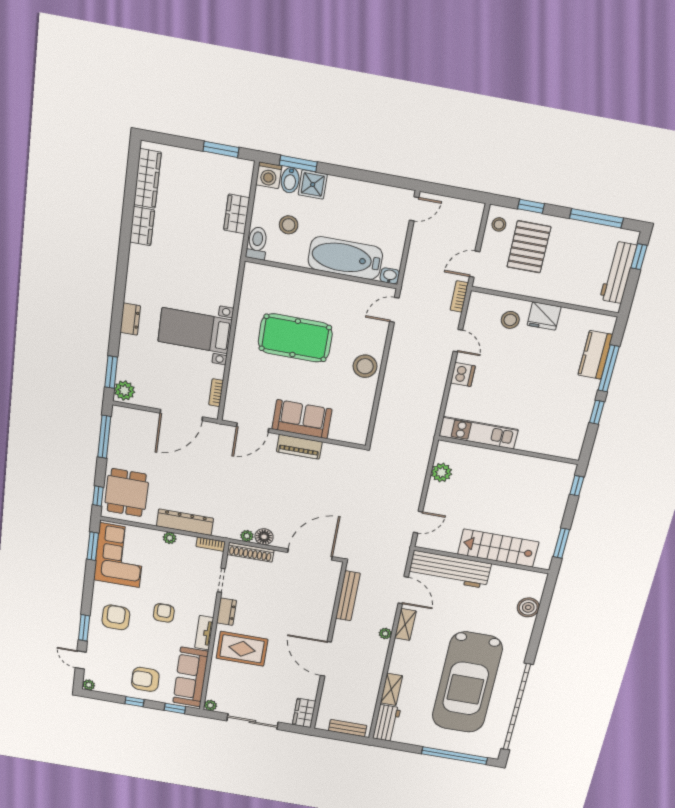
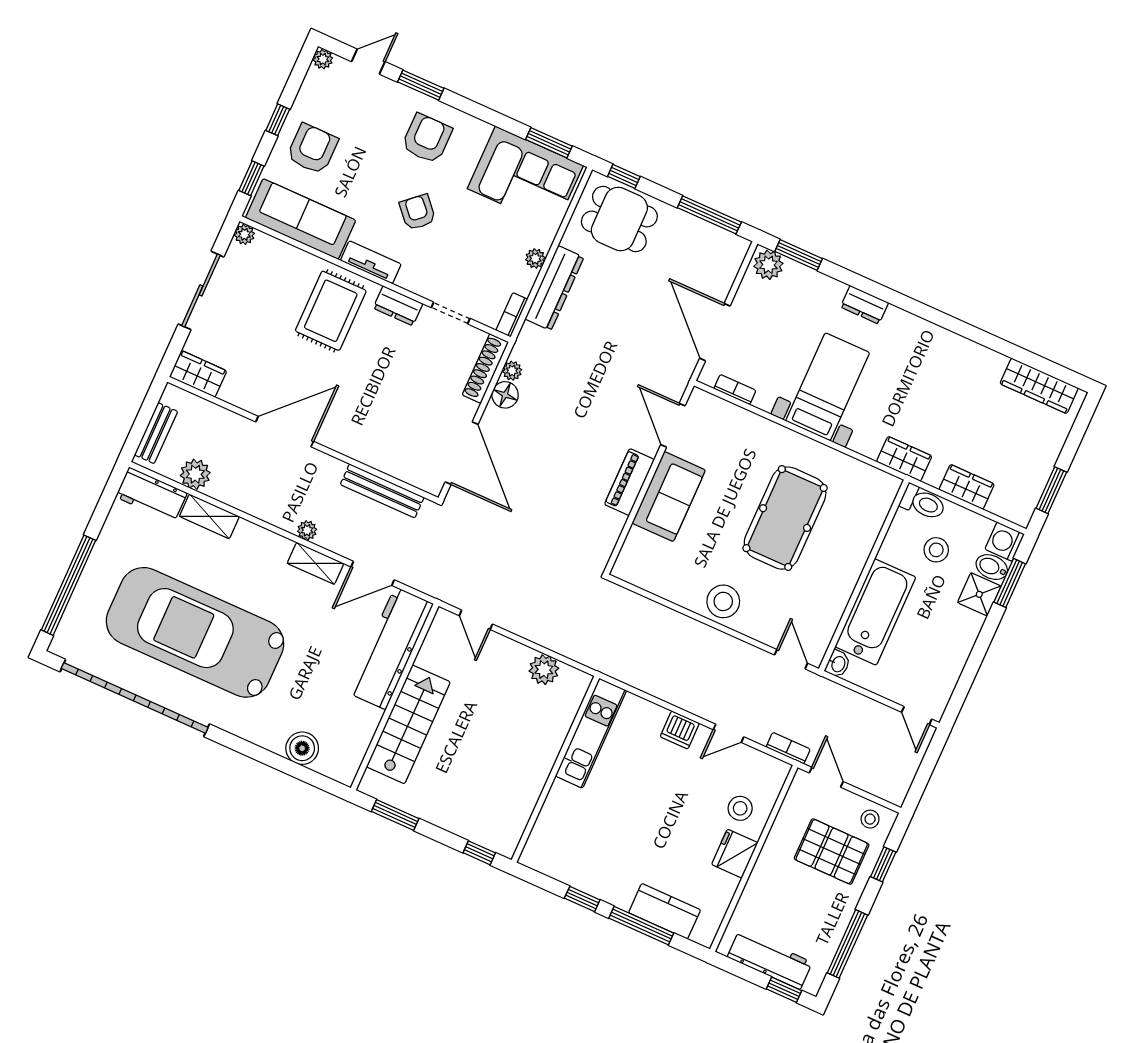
wardrobe: (142, 226) -> (904, 459), moved, turned 180
armchair: (164, 613) -> (418, 212), turned -132
armchair: (116, 617) -> (427, 139), turned -90
plant: (367, 702) -> (195, 474), added

